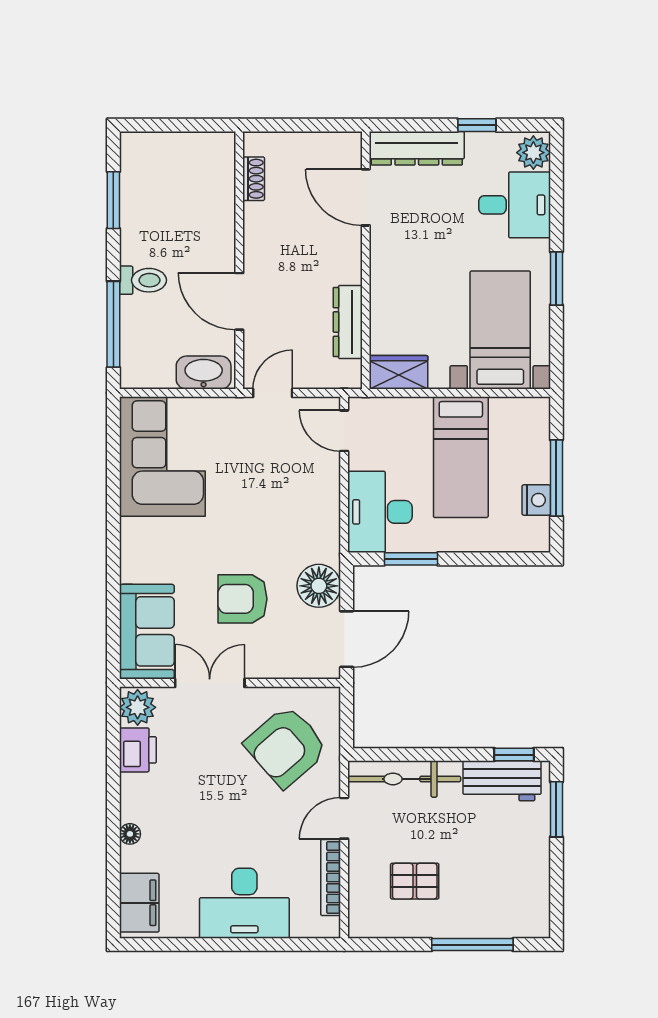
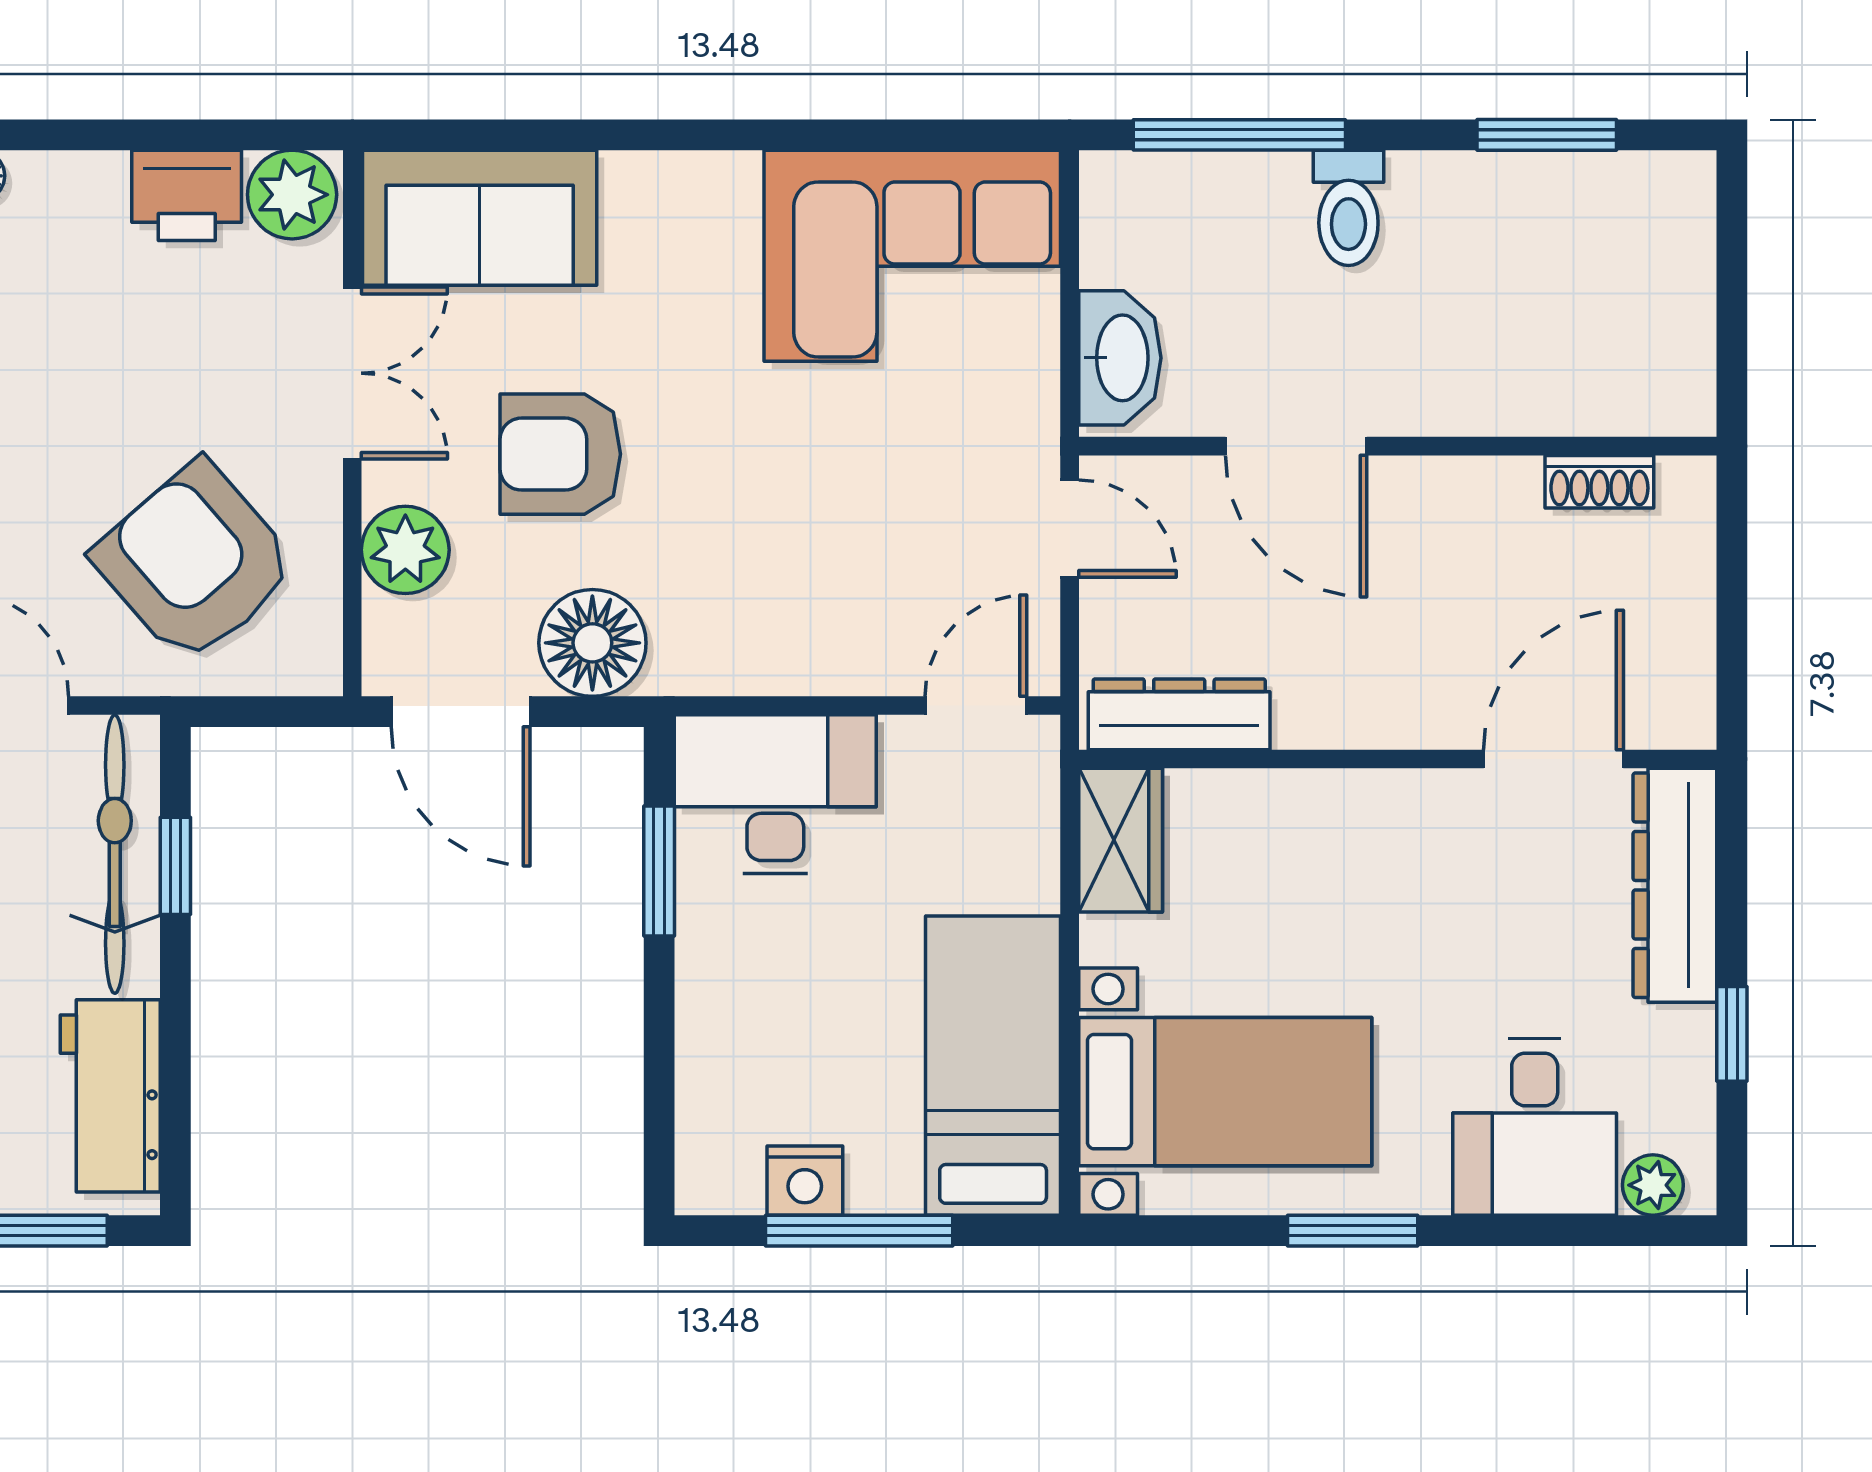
plant: (533, 153) -> (1653, 1185), width x0.73, depth x0.73
door: (239, 301) -> (1296, 446), swing flipped
dresser: (348, 322) -> (1179, 714), moved
bed: (461, 457) -> (993, 1066), moved, turned 90
armchair: (242, 599) -> (560, 454), turned -90
plant: (281, 662) -> (405, 550), added
window: (514, 755) -> (175, 866), moved

